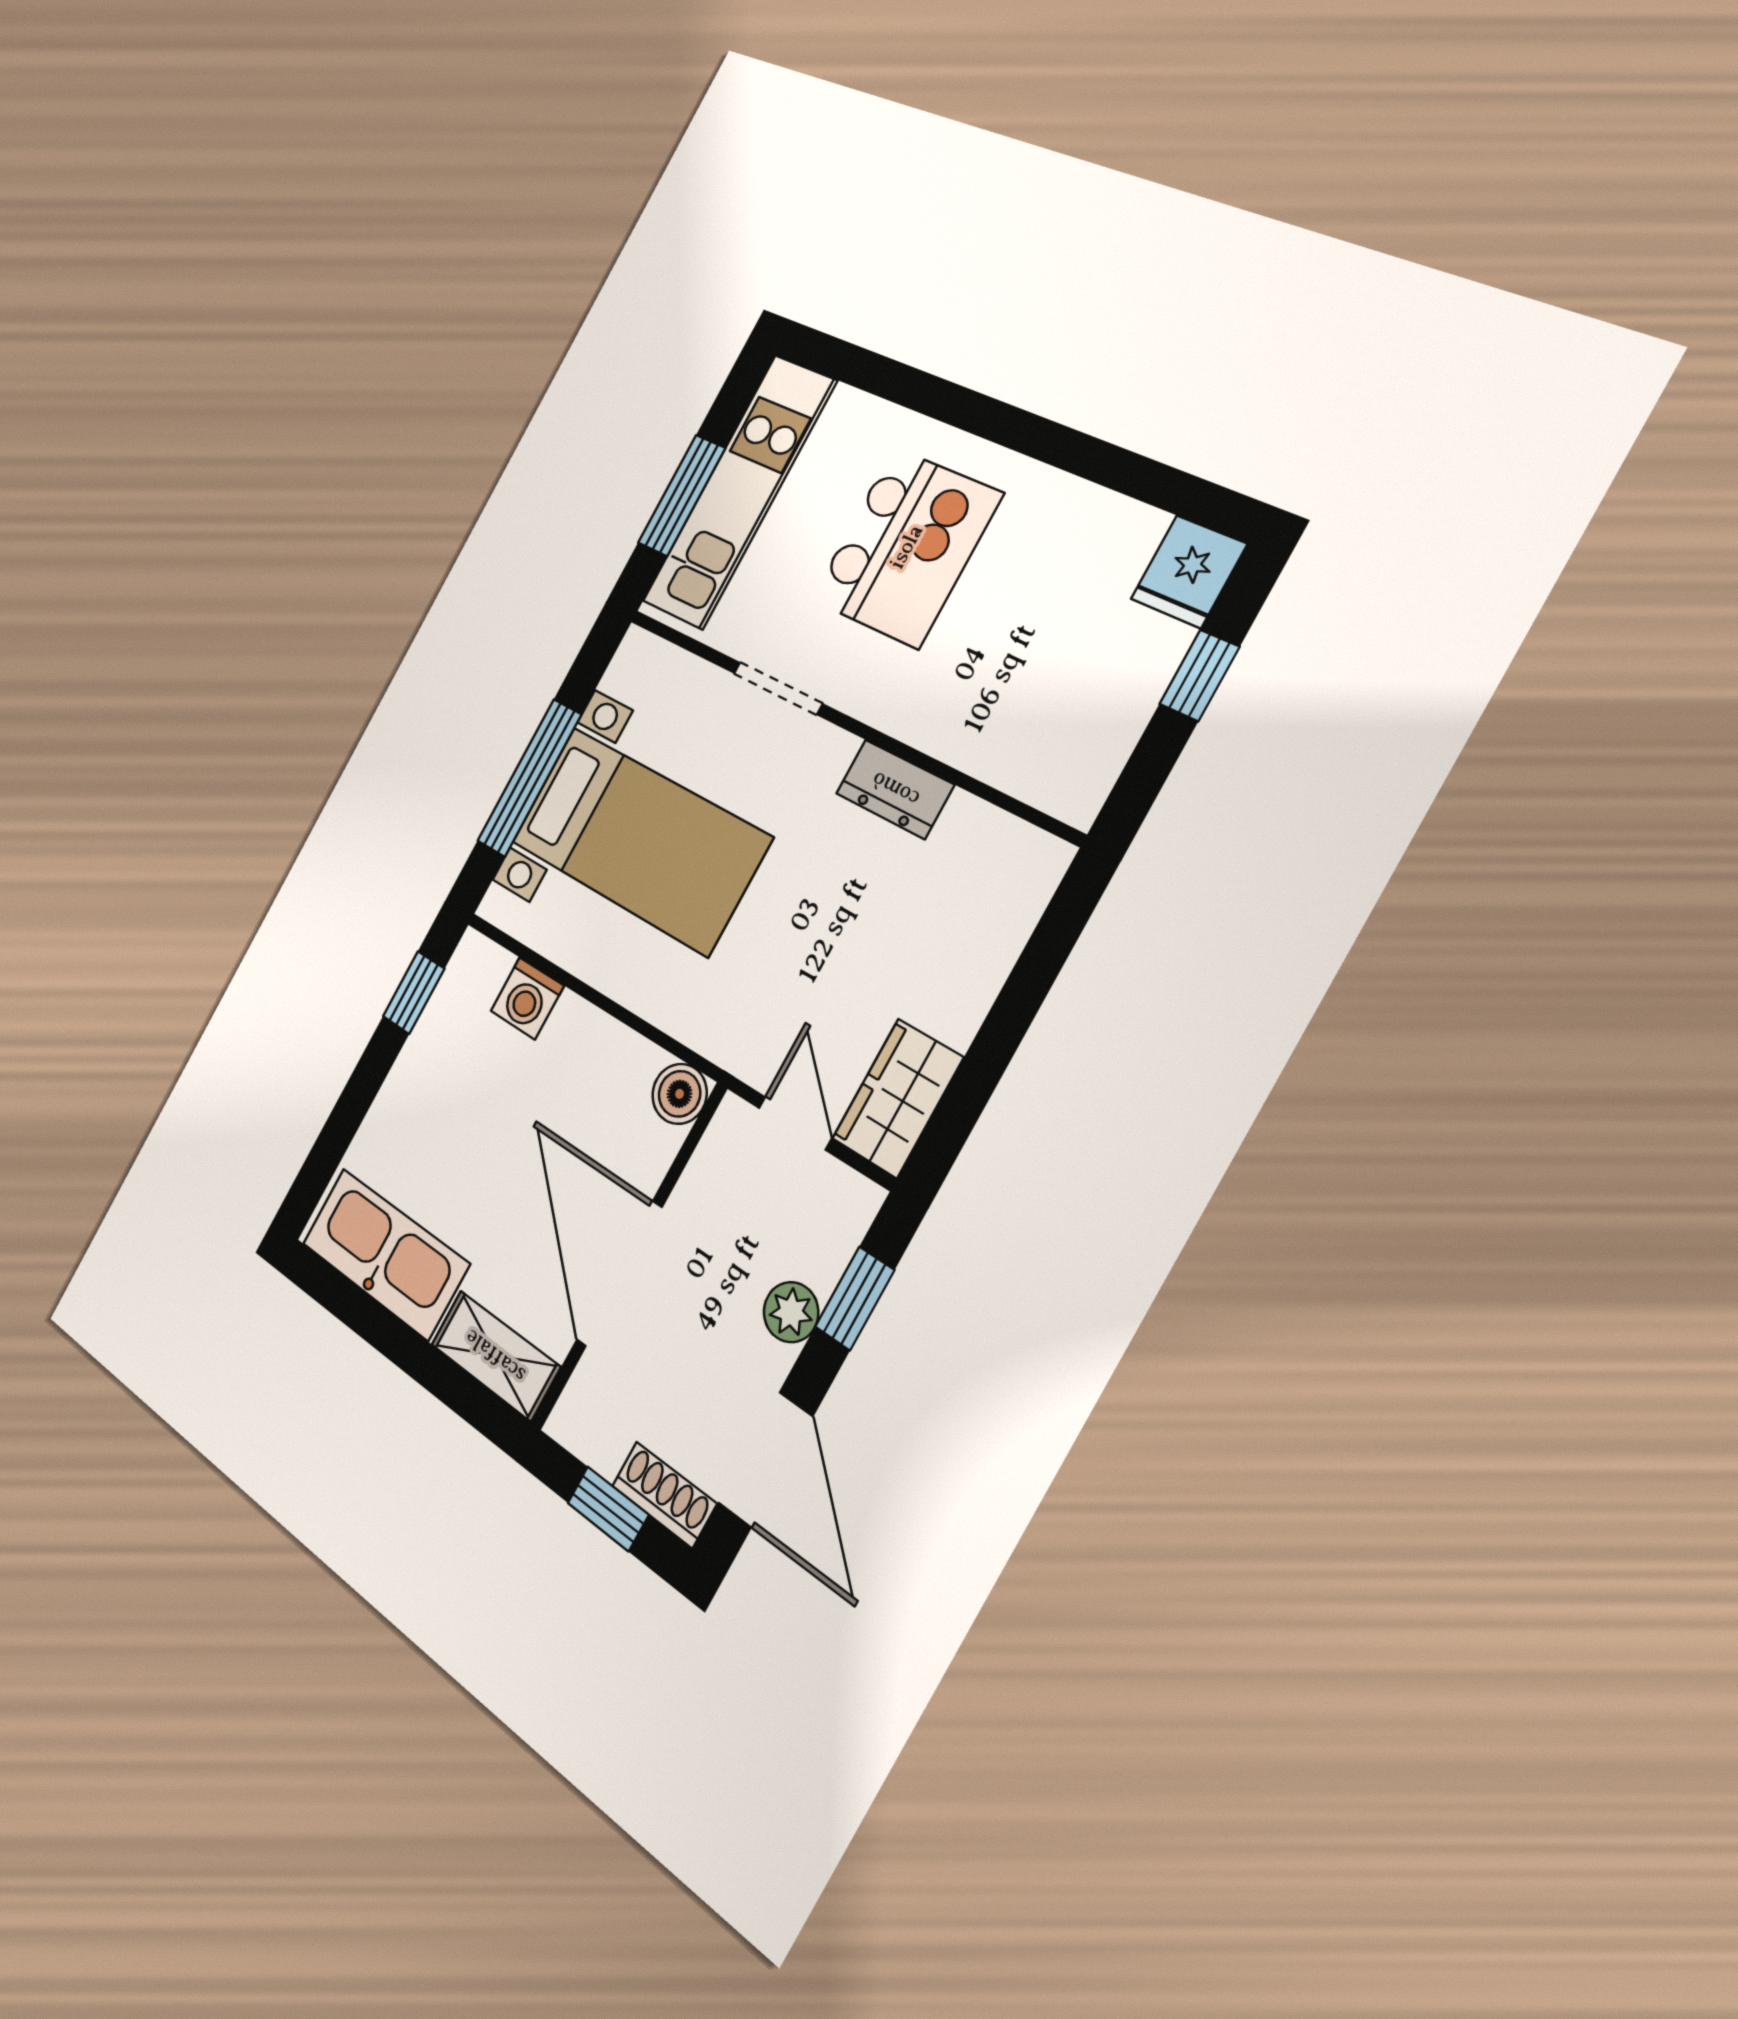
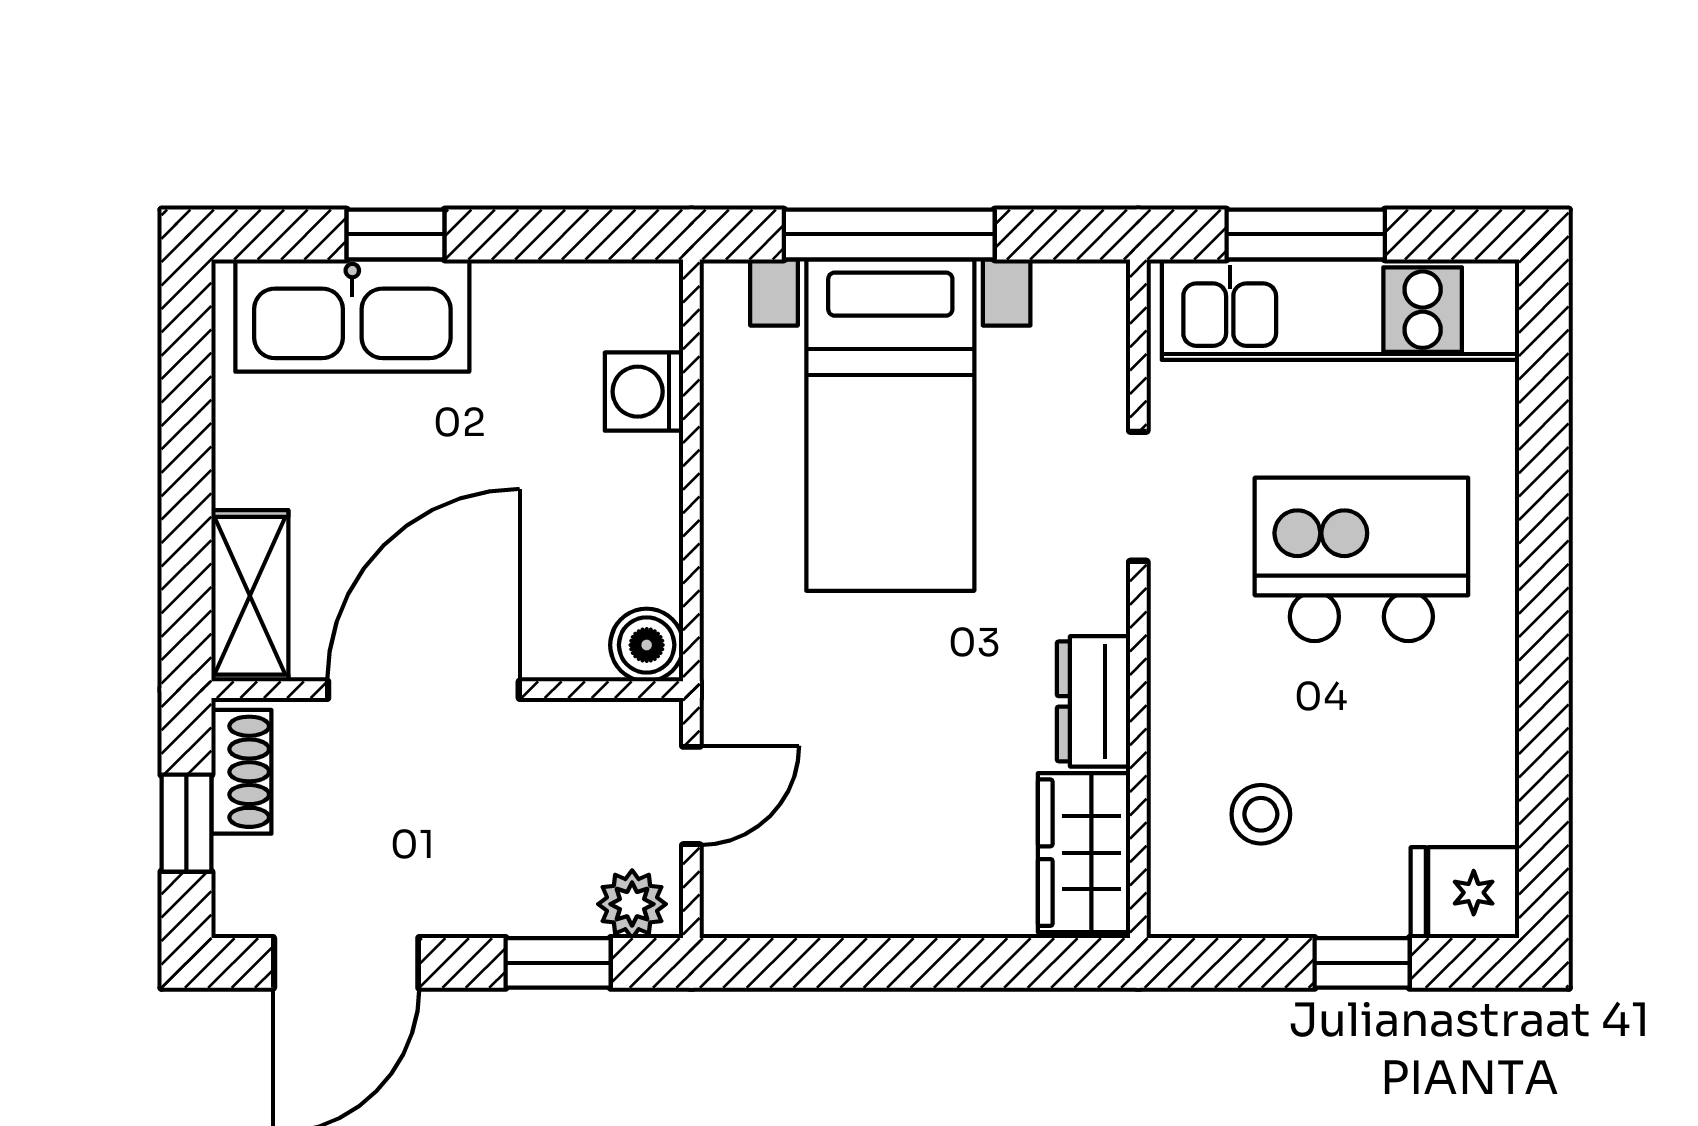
kitchen island: (906, 547) -> (1361, 559), turned 180
stool: (1043, 703) -> (1261, 814), added
window: (414, 993) -> (396, 234), moved
wardrobe: (898, 1098) -> (1084, 853), moved, turned -90
kitchen sink: (385, 1254) -> (352, 315), moved, turned 90
plant: (791, 1312) -> (632, 904), moved
shoe rack: (664, 1495) -> (241, 772), moved

